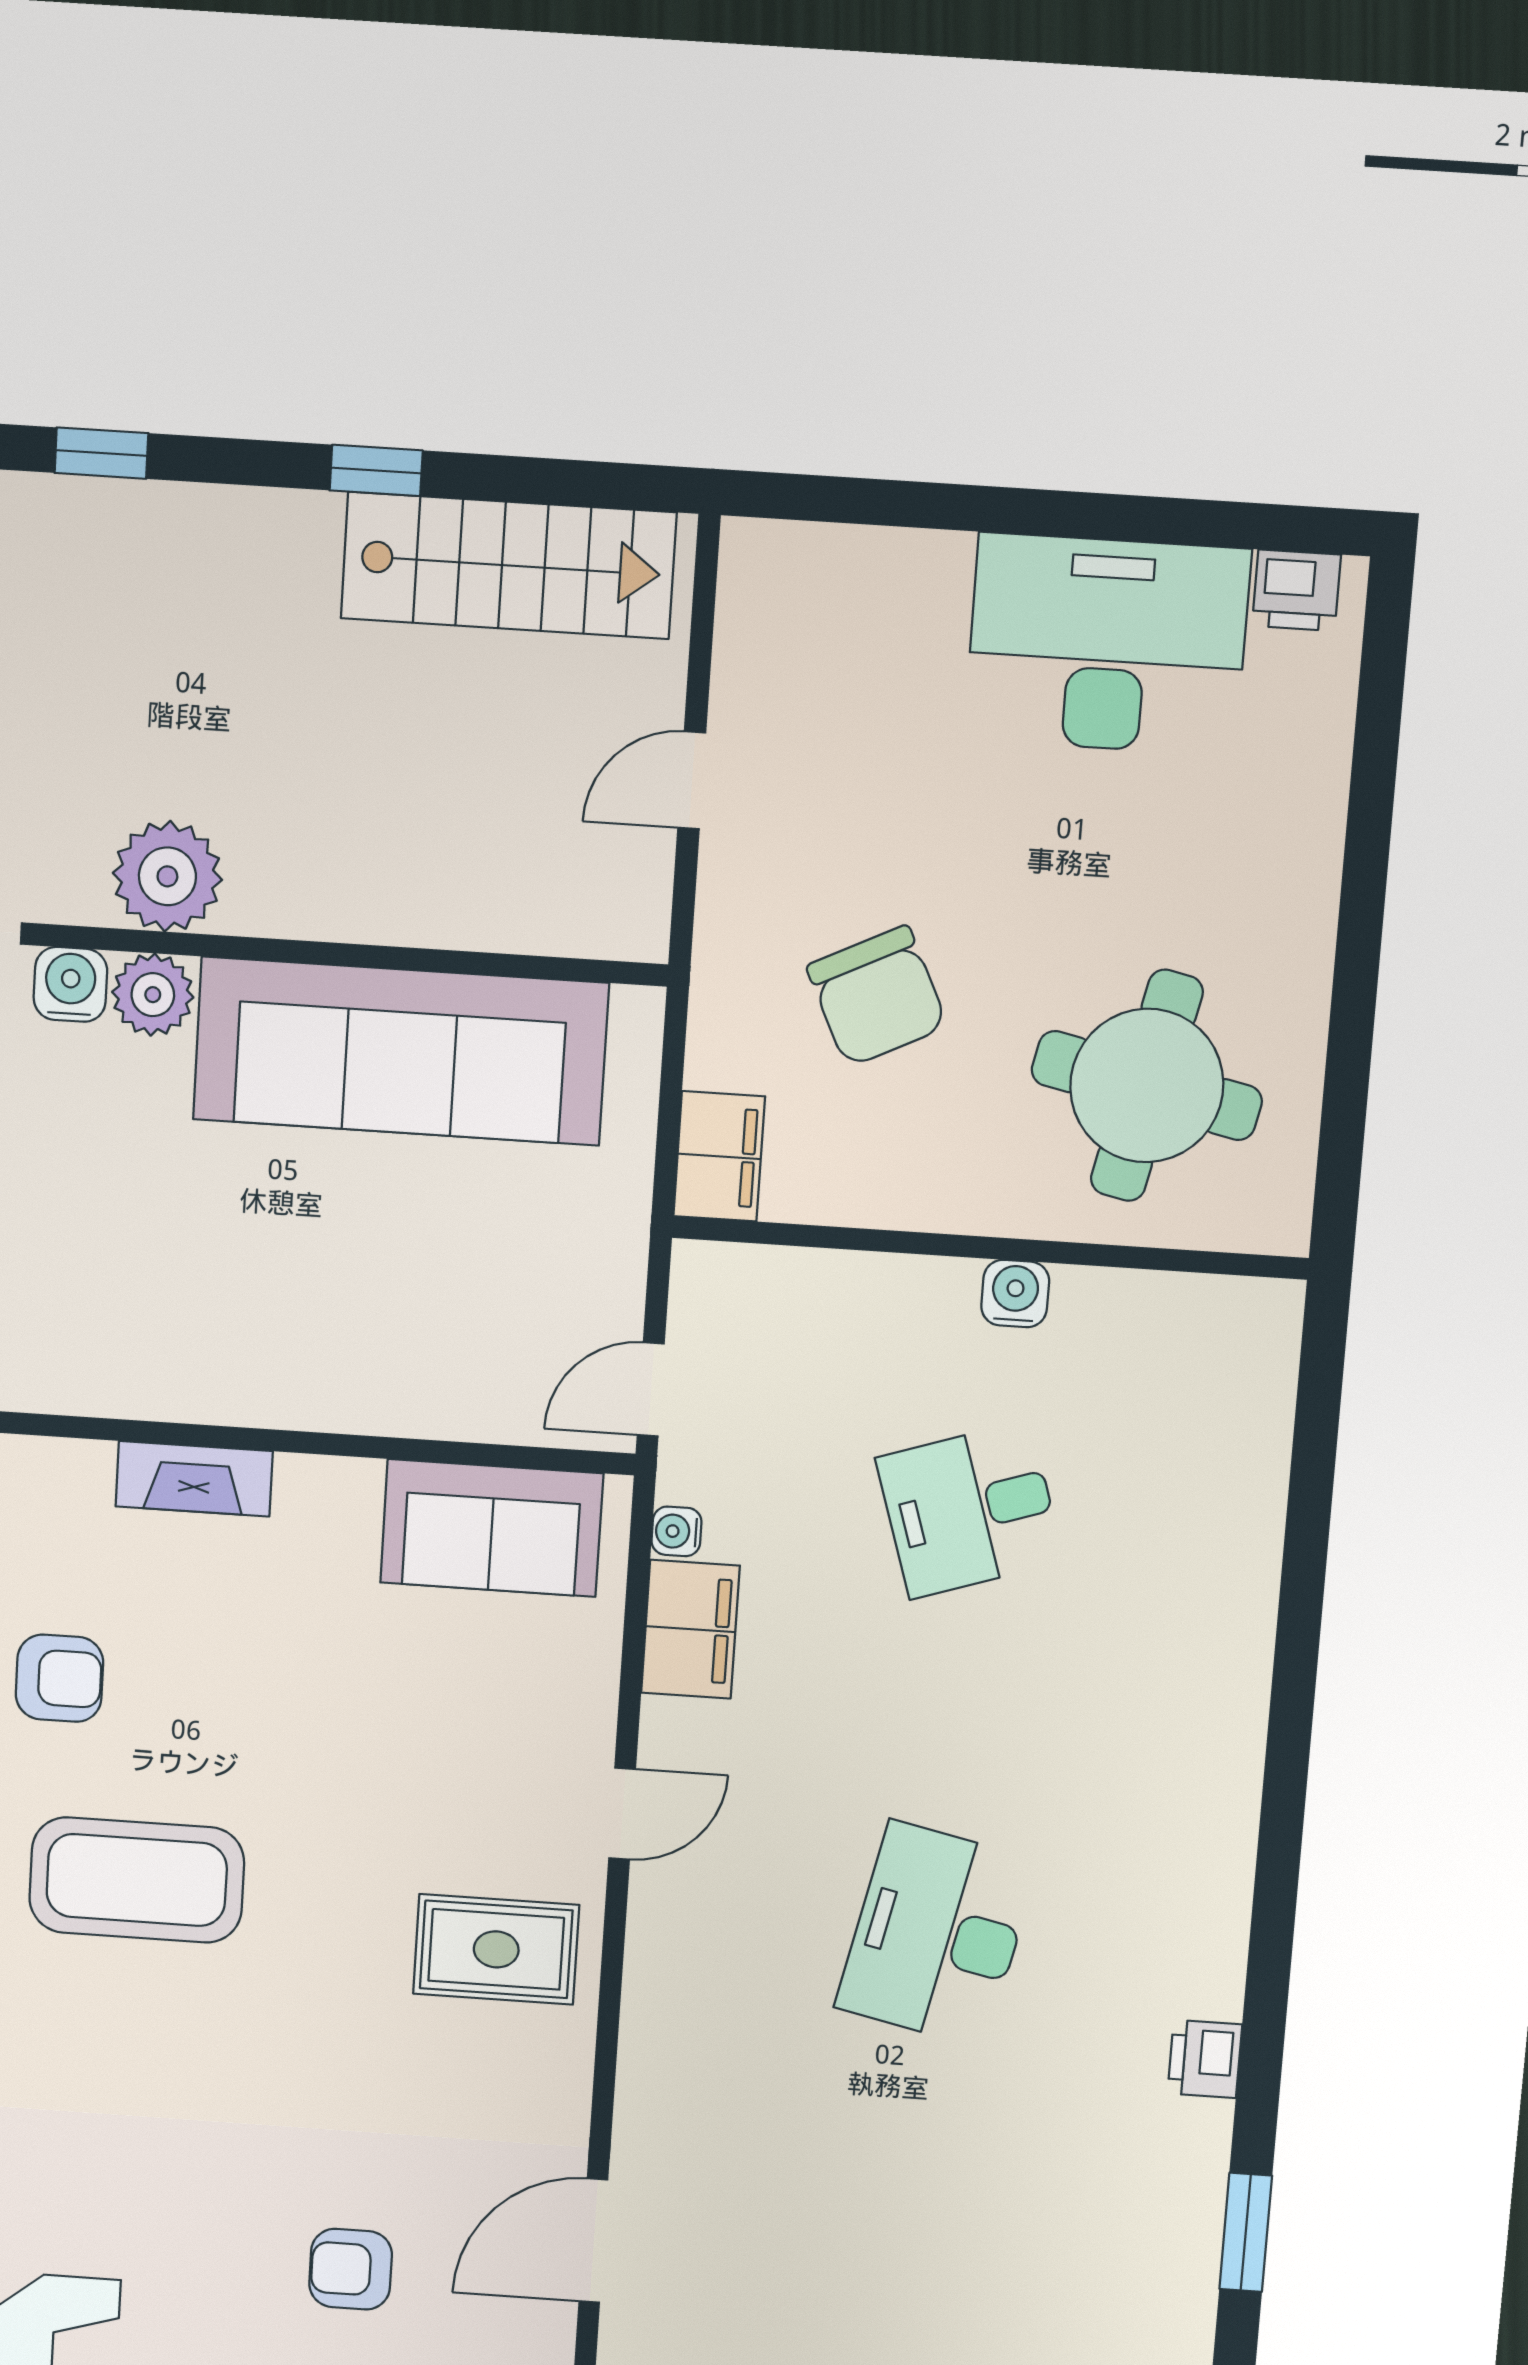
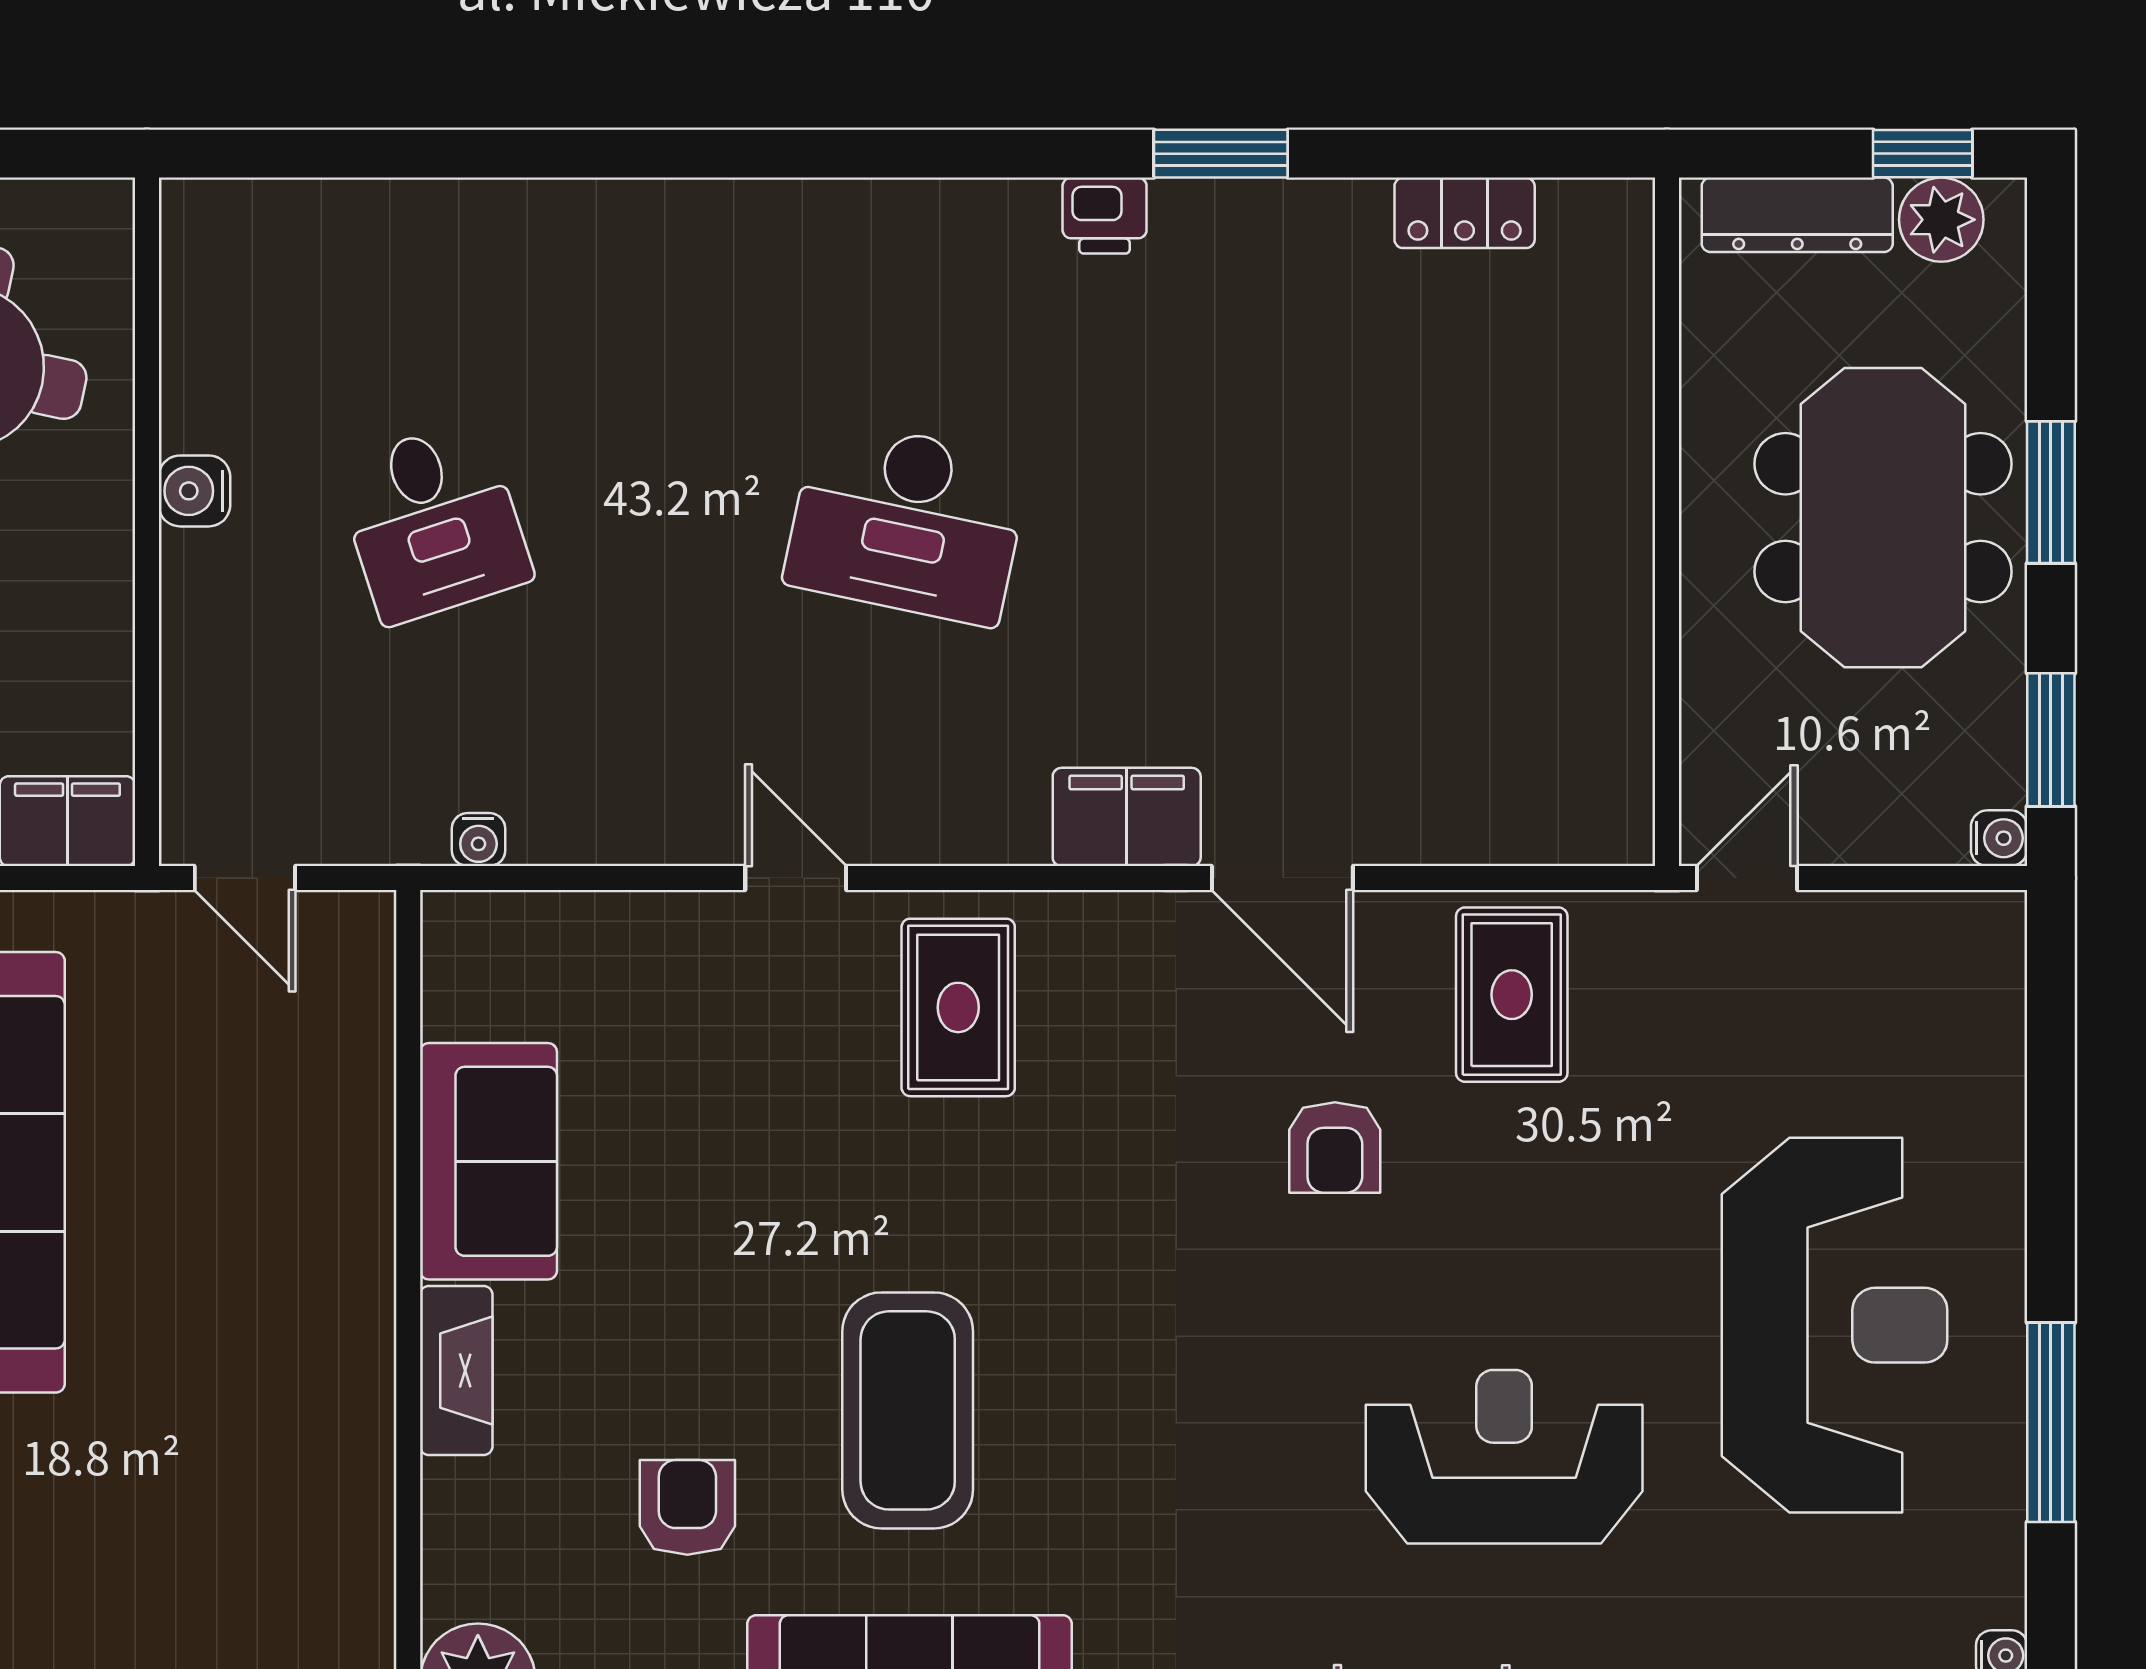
door: (651, 1389) -> (245, 878), moved
sofa: (492, 1528) -> (488, 1161), moved
filing cabinet: (690, 1629) -> (1127, 817), moved
printer: (1205, 2059) -> (1105, 216), moved

